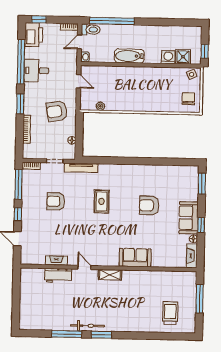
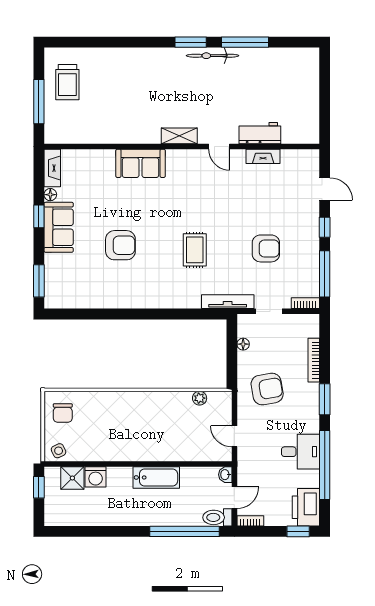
trolley: (170, 313) -> (67, 82), moved

